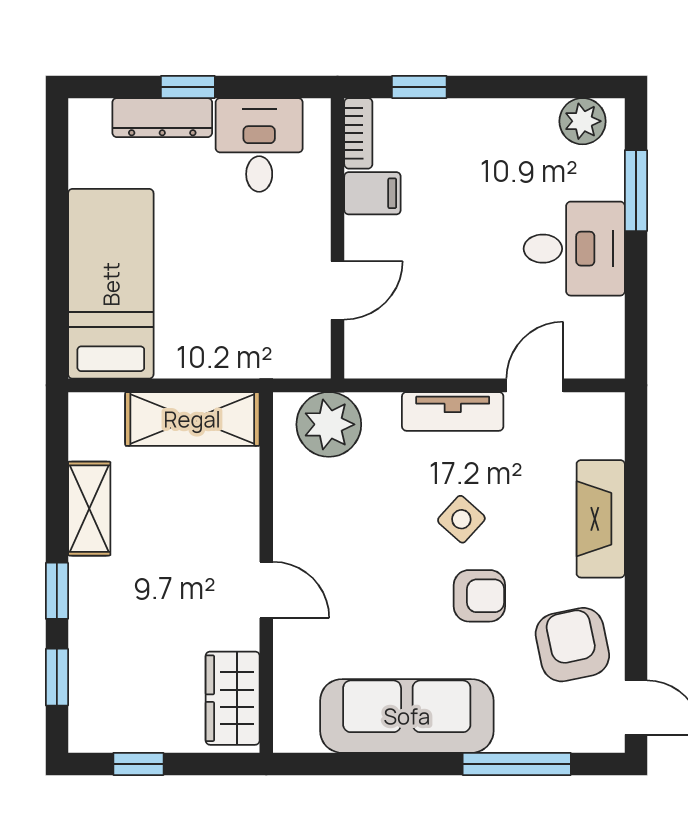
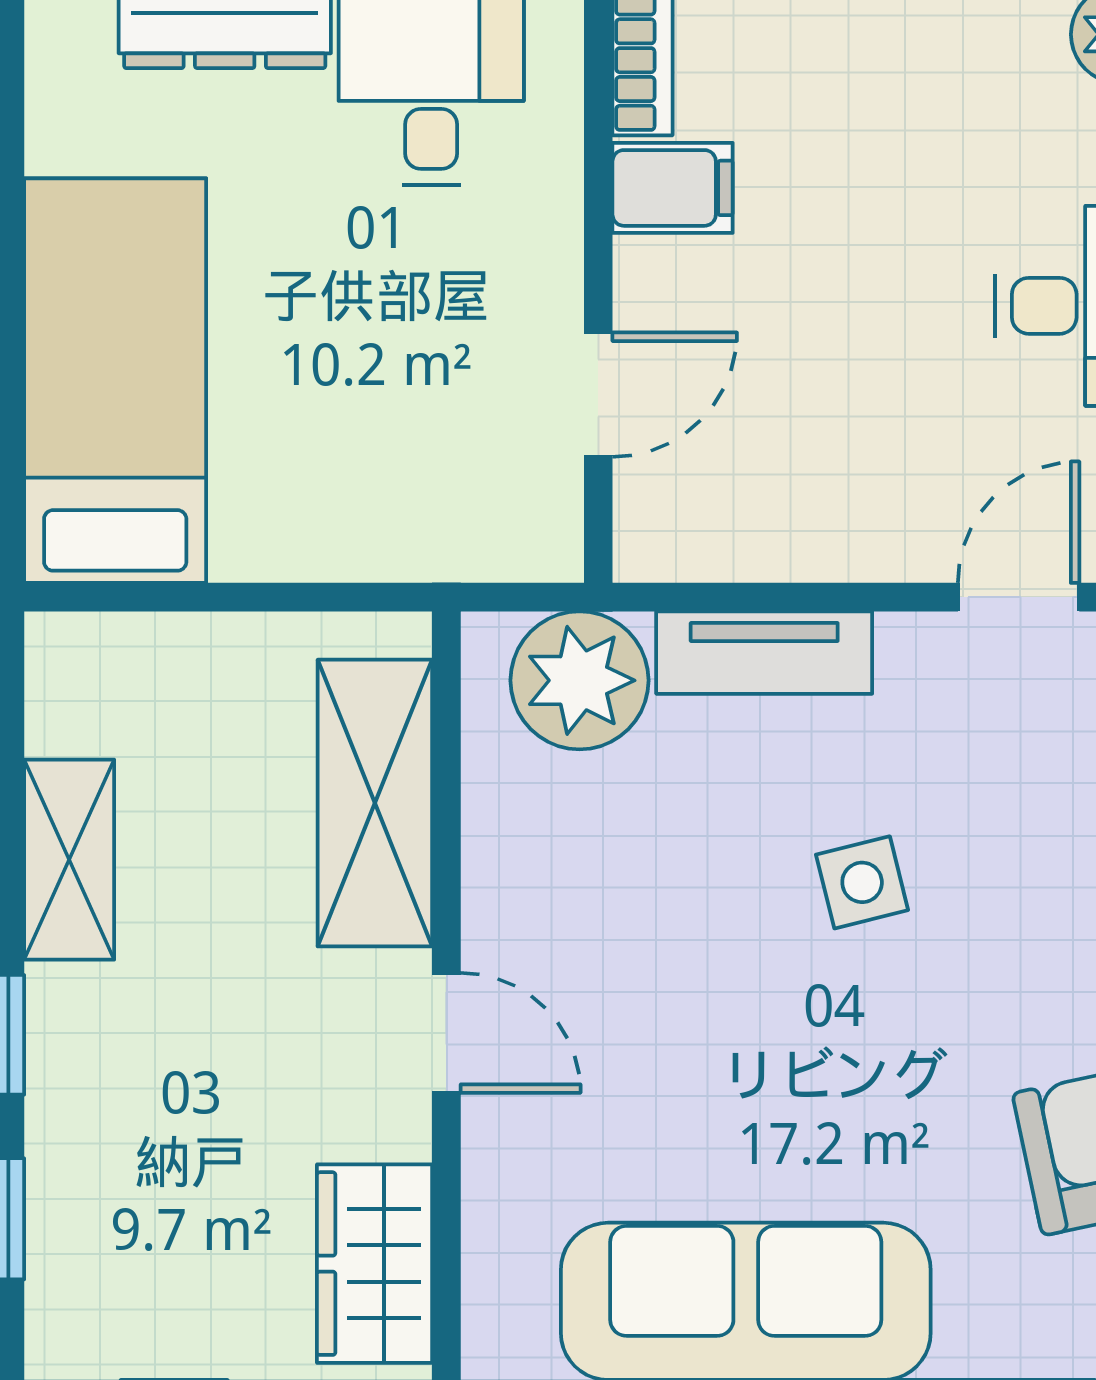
tv unit: (453, 411) -> (764, 653), moved
shelving: (192, 419) -> (375, 803), moved, turned 90
side table: (461, 519) -> (862, 882), turned 34
armchair: (479, 596) -> (900, 1045), removed

